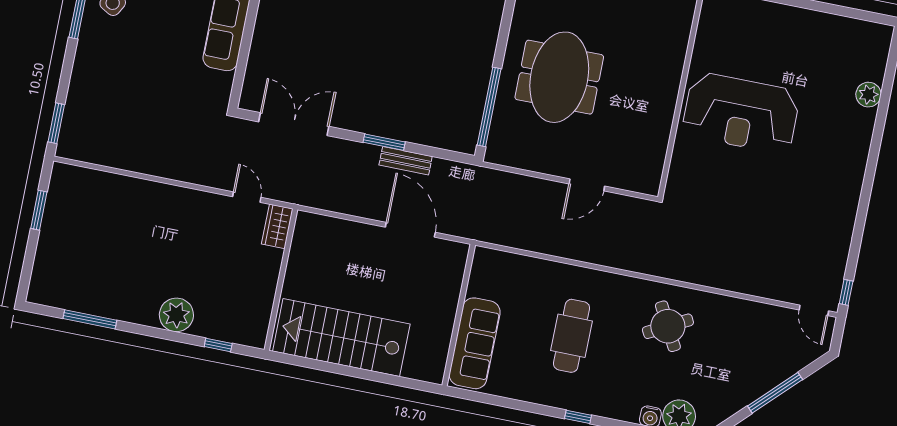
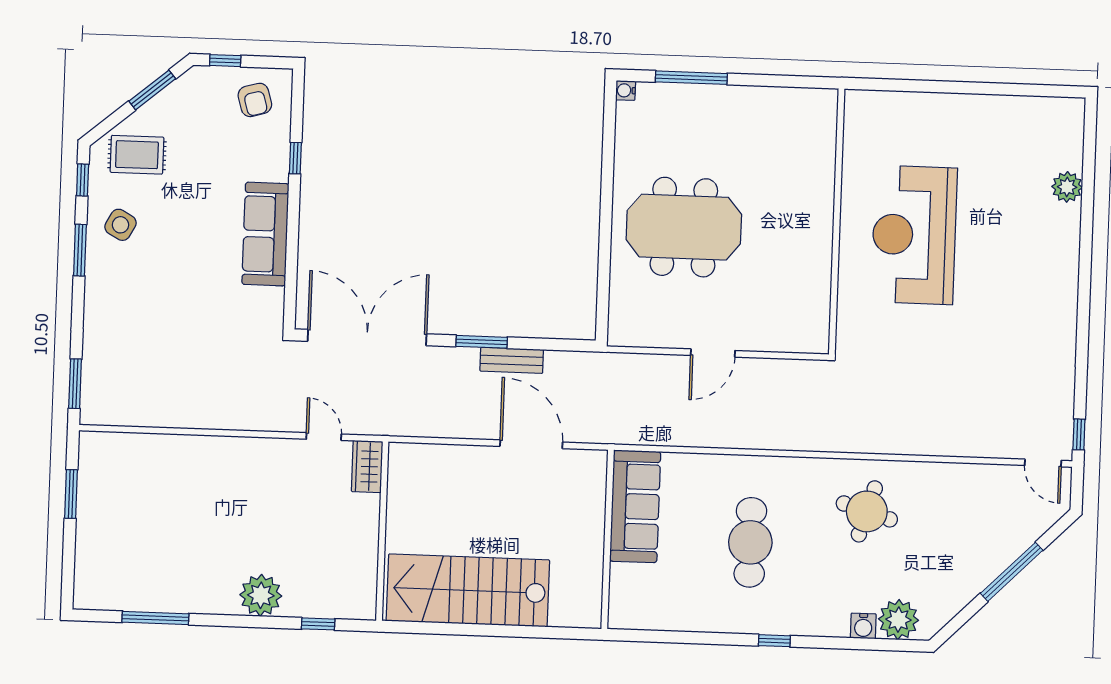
meeting table: (559, 77) -> (684, 227), turned 90
window: (489, 107) -> (604, 278), removed
reception desk: (741, 113) -> (914, 235), turned 90
double door: (294, 124) -> (367, 338), width x1.36
door: (587, 185) -> (713, 353), moved
round table: (668, 326) -> (867, 511), turned 45
sofa: (475, 343) -> (635, 506), moved

